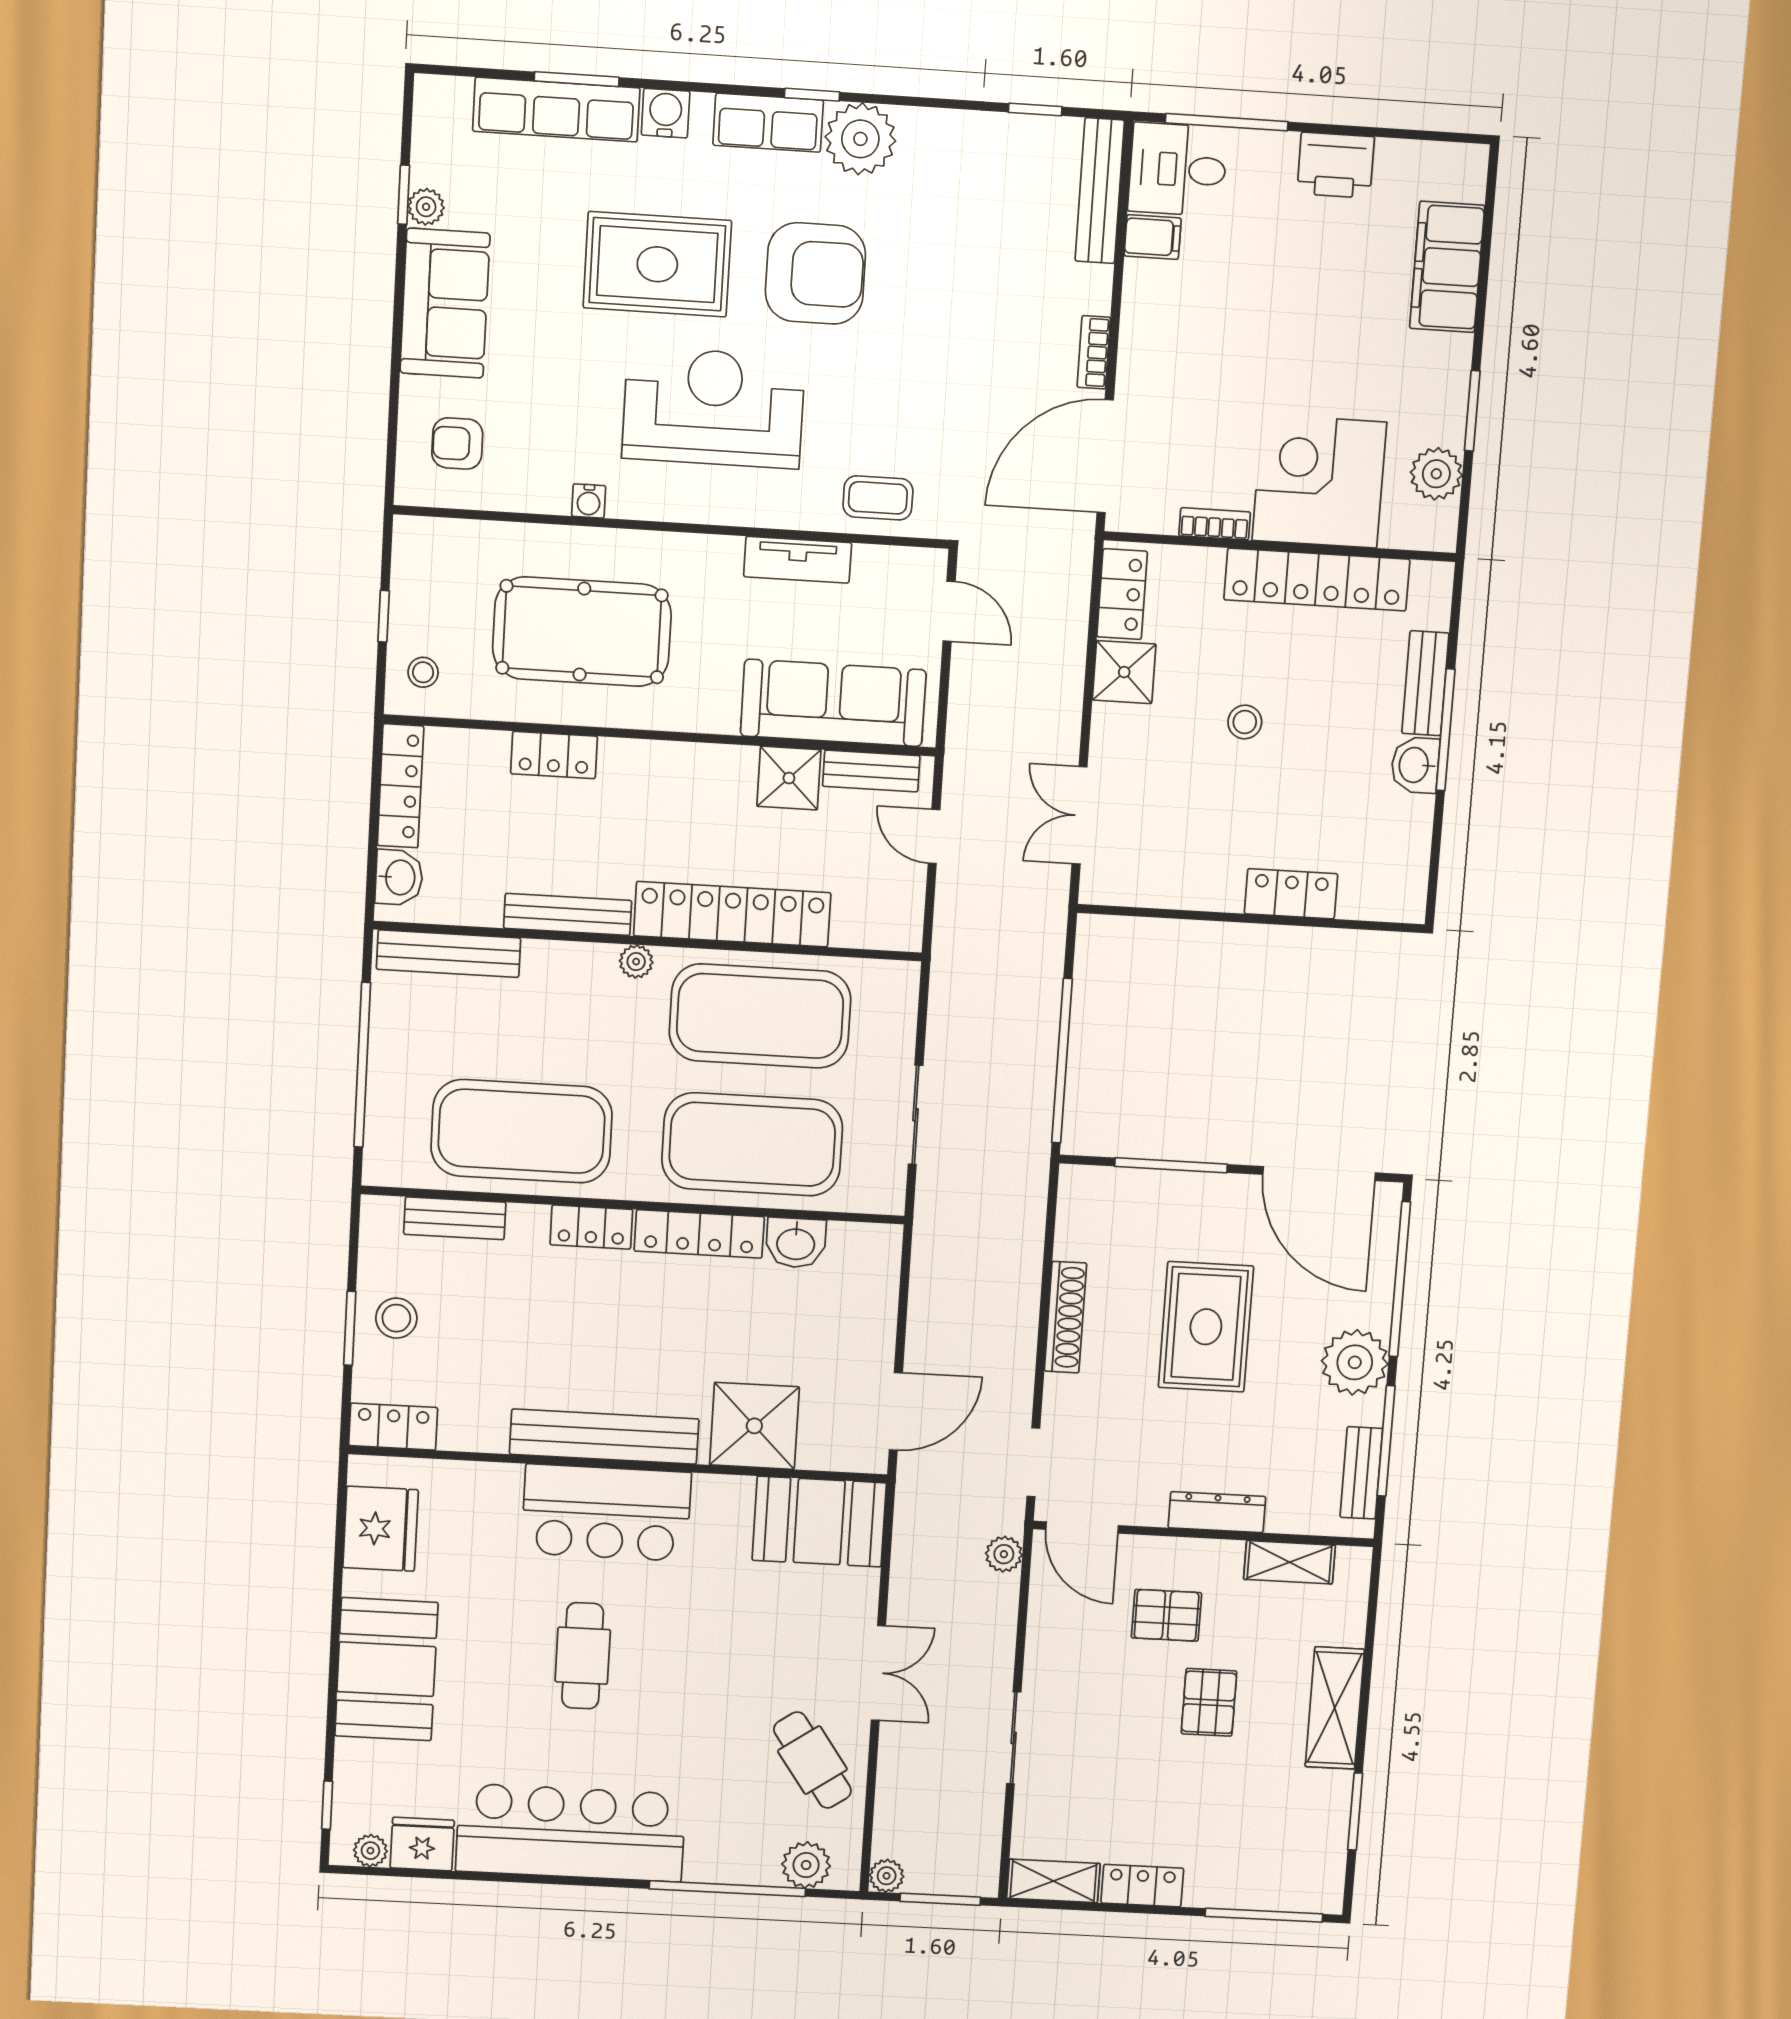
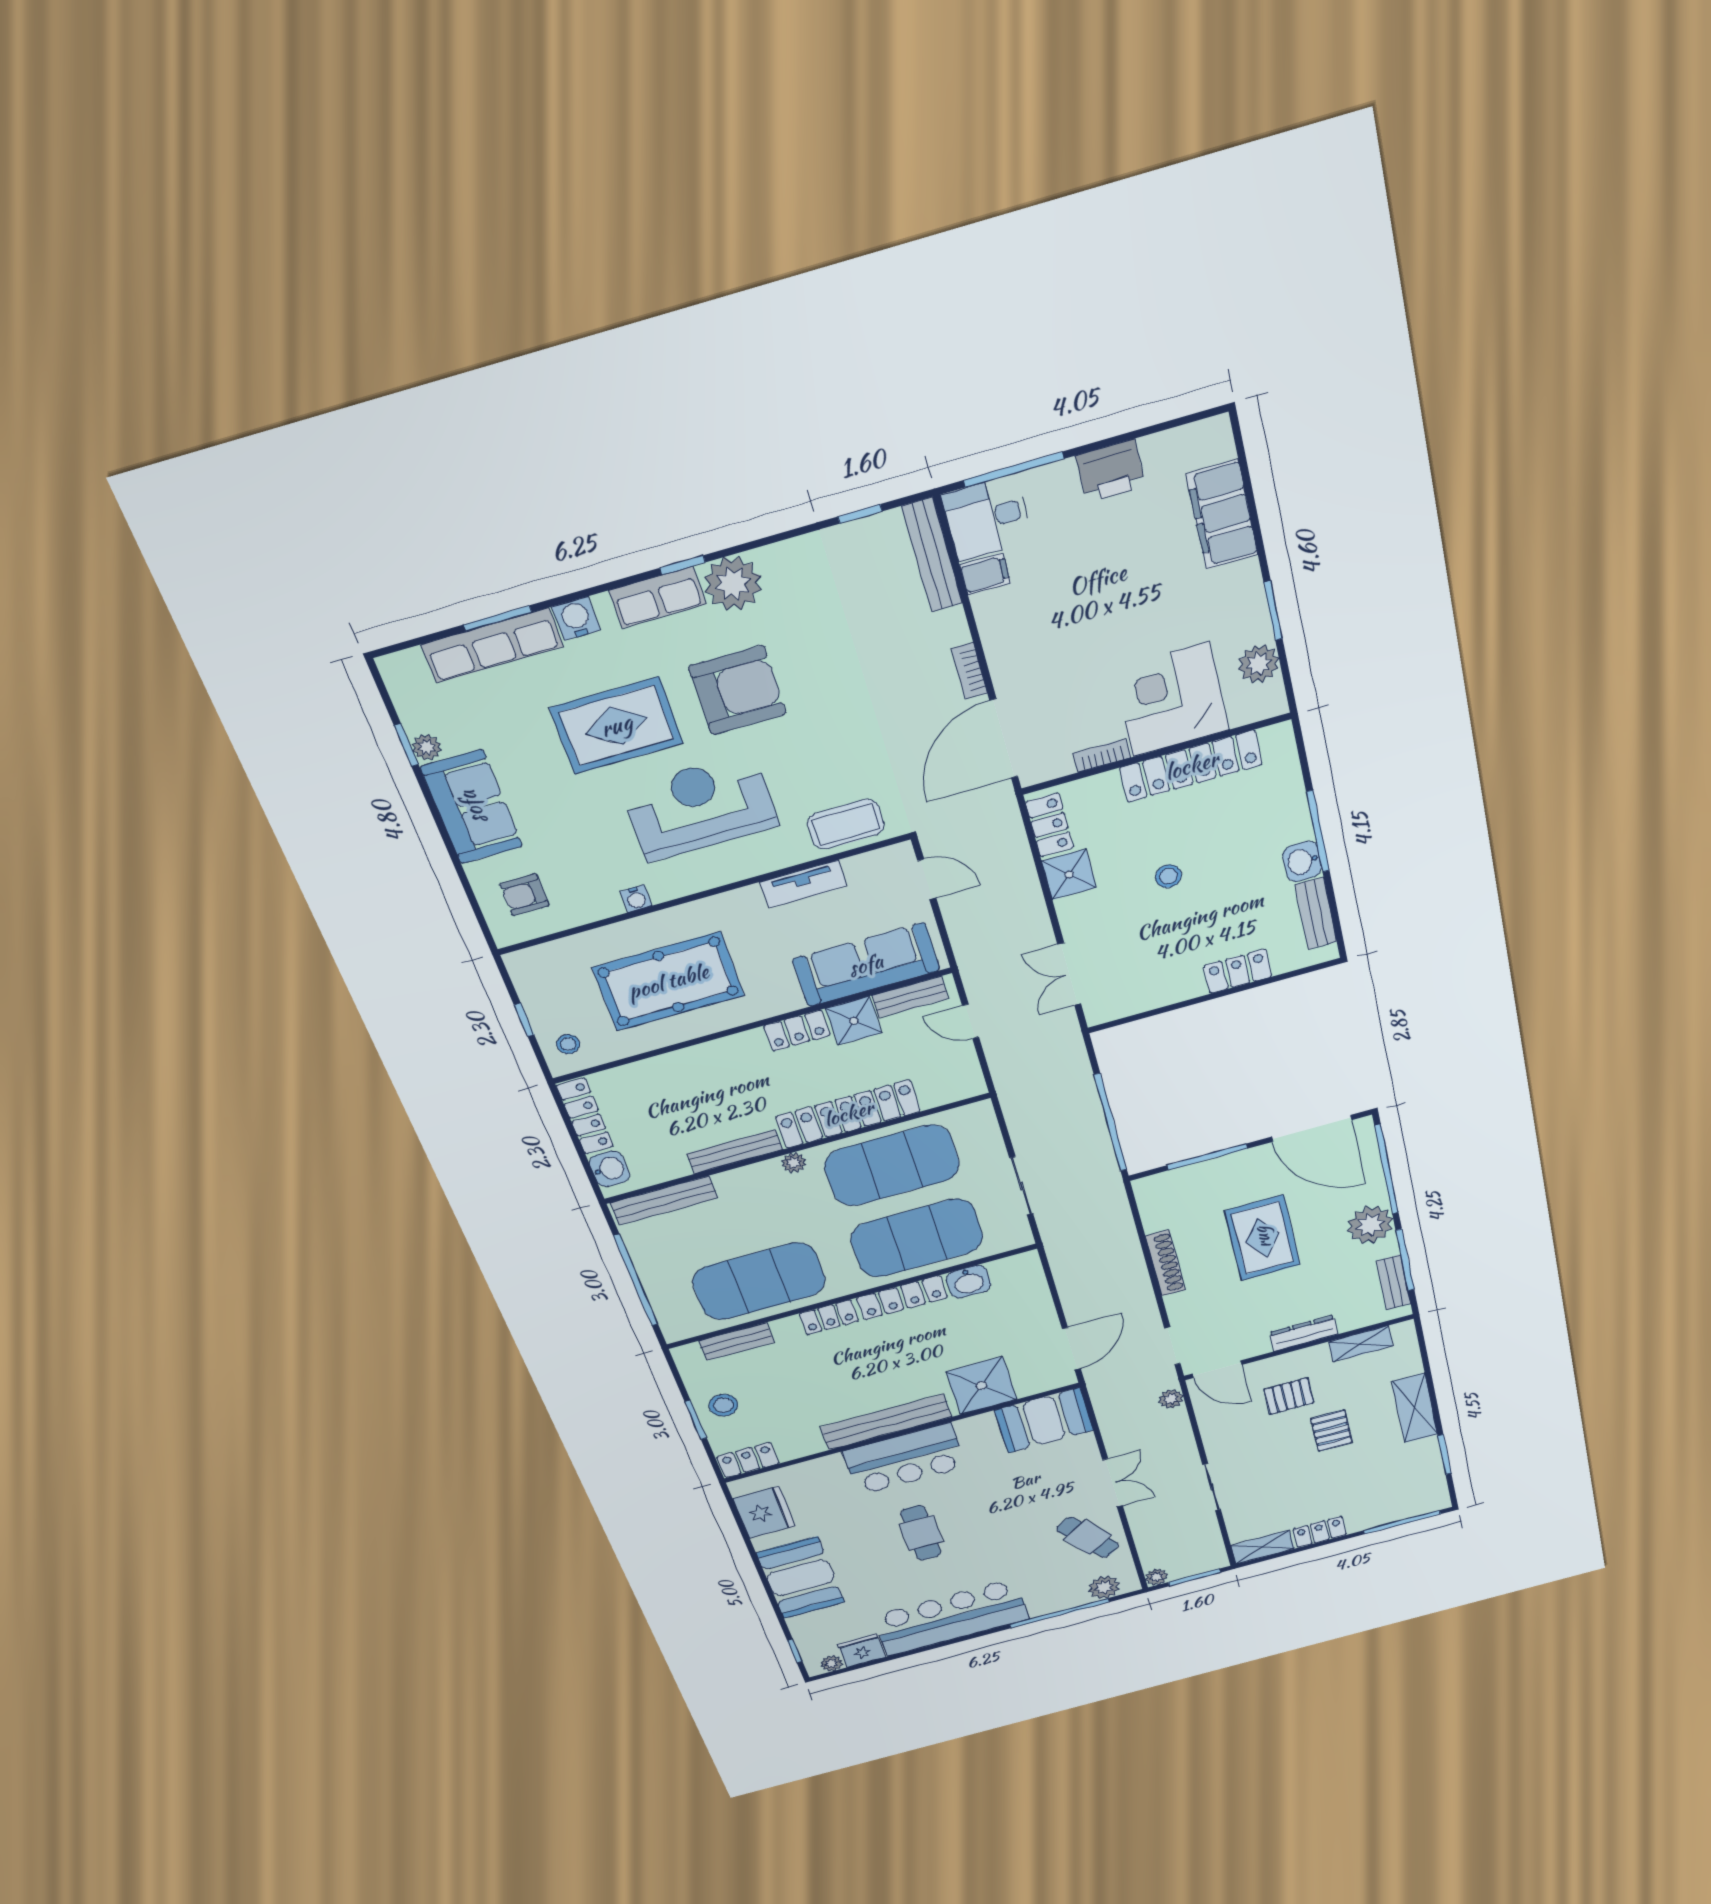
coffee table: (878, 498) -> (846, 824), width x1.36, depth x1.30
bench: (1425, 683) -> (1316, 913), moved
locker: (554, 755) -> (797, 1031), moved

